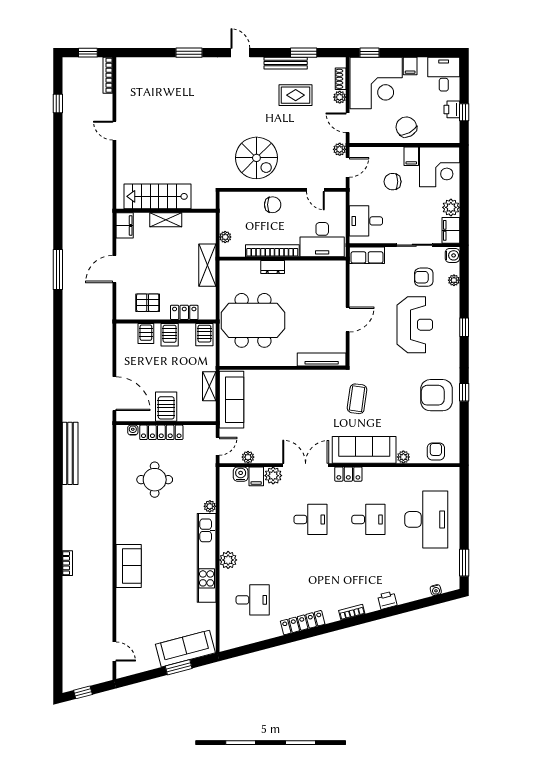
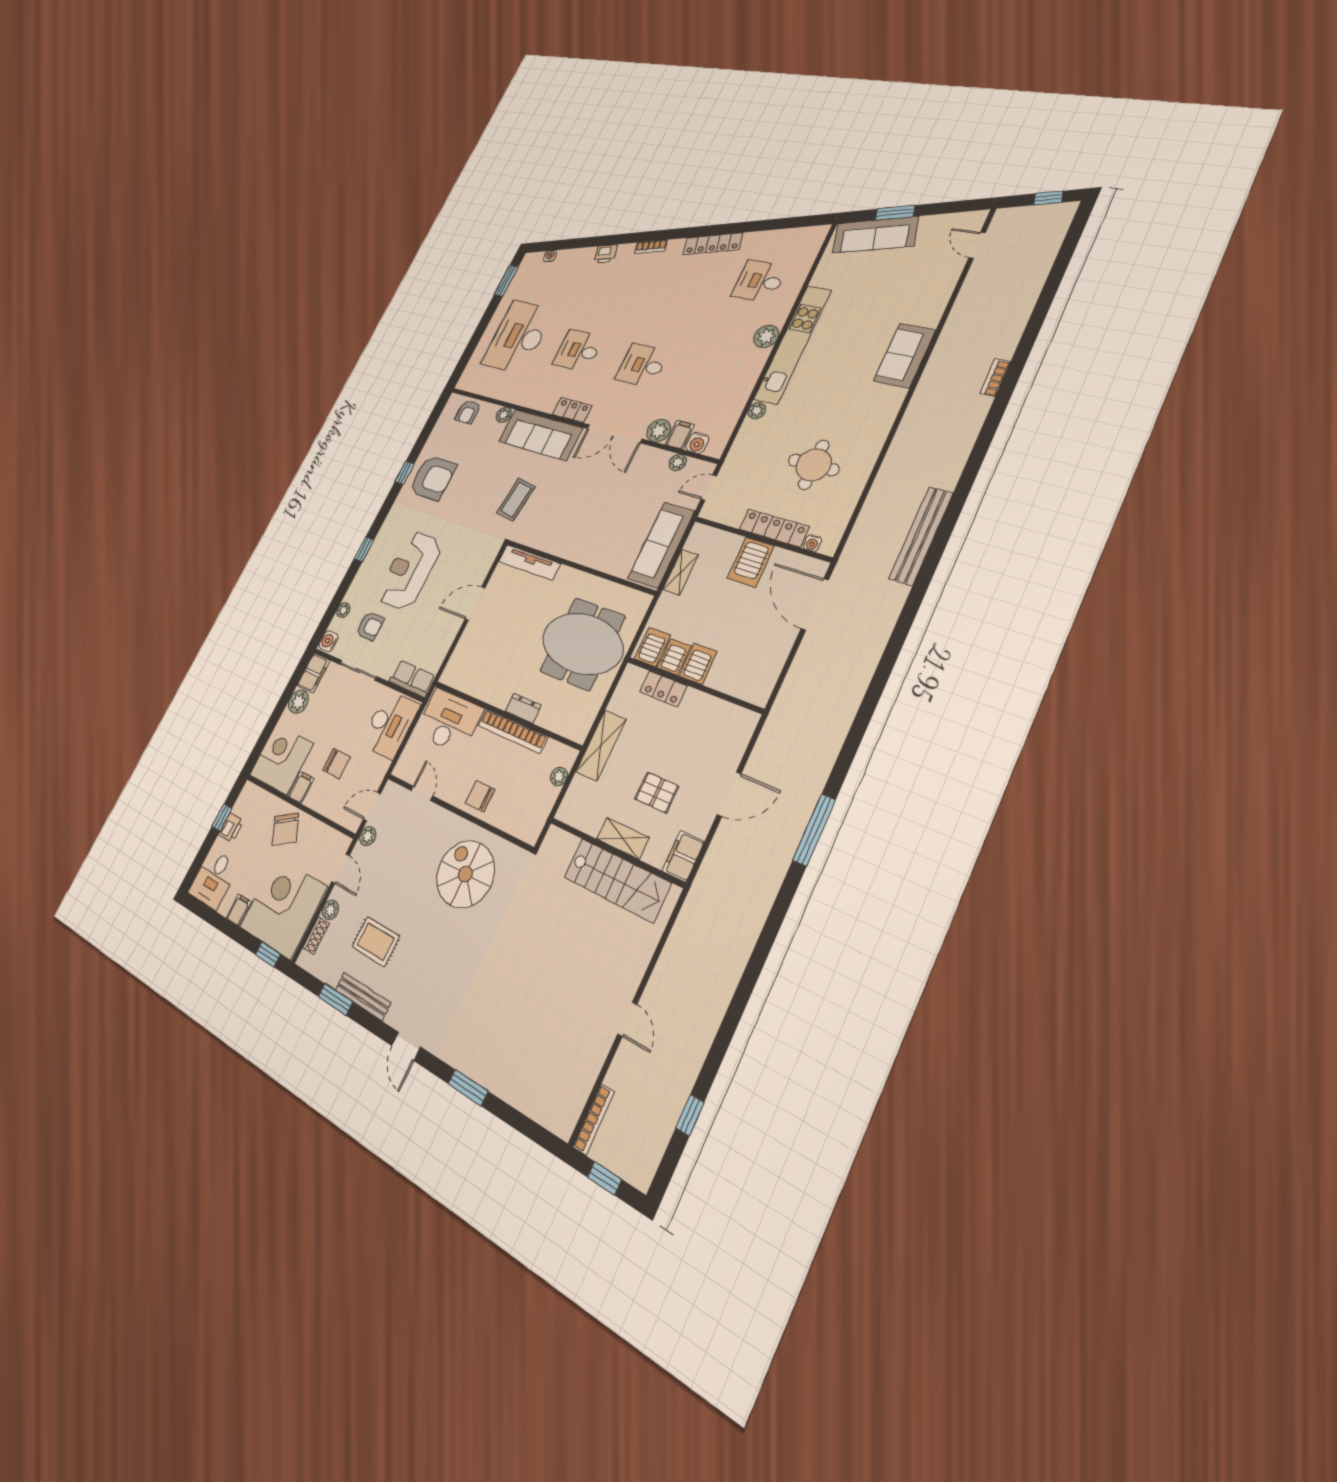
desk: (366, 221) -> (390, 725), width x1.37
pallet: (148, 303) -> (657, 792), moved
server rack: (146, 333) -> (674, 657), moved

